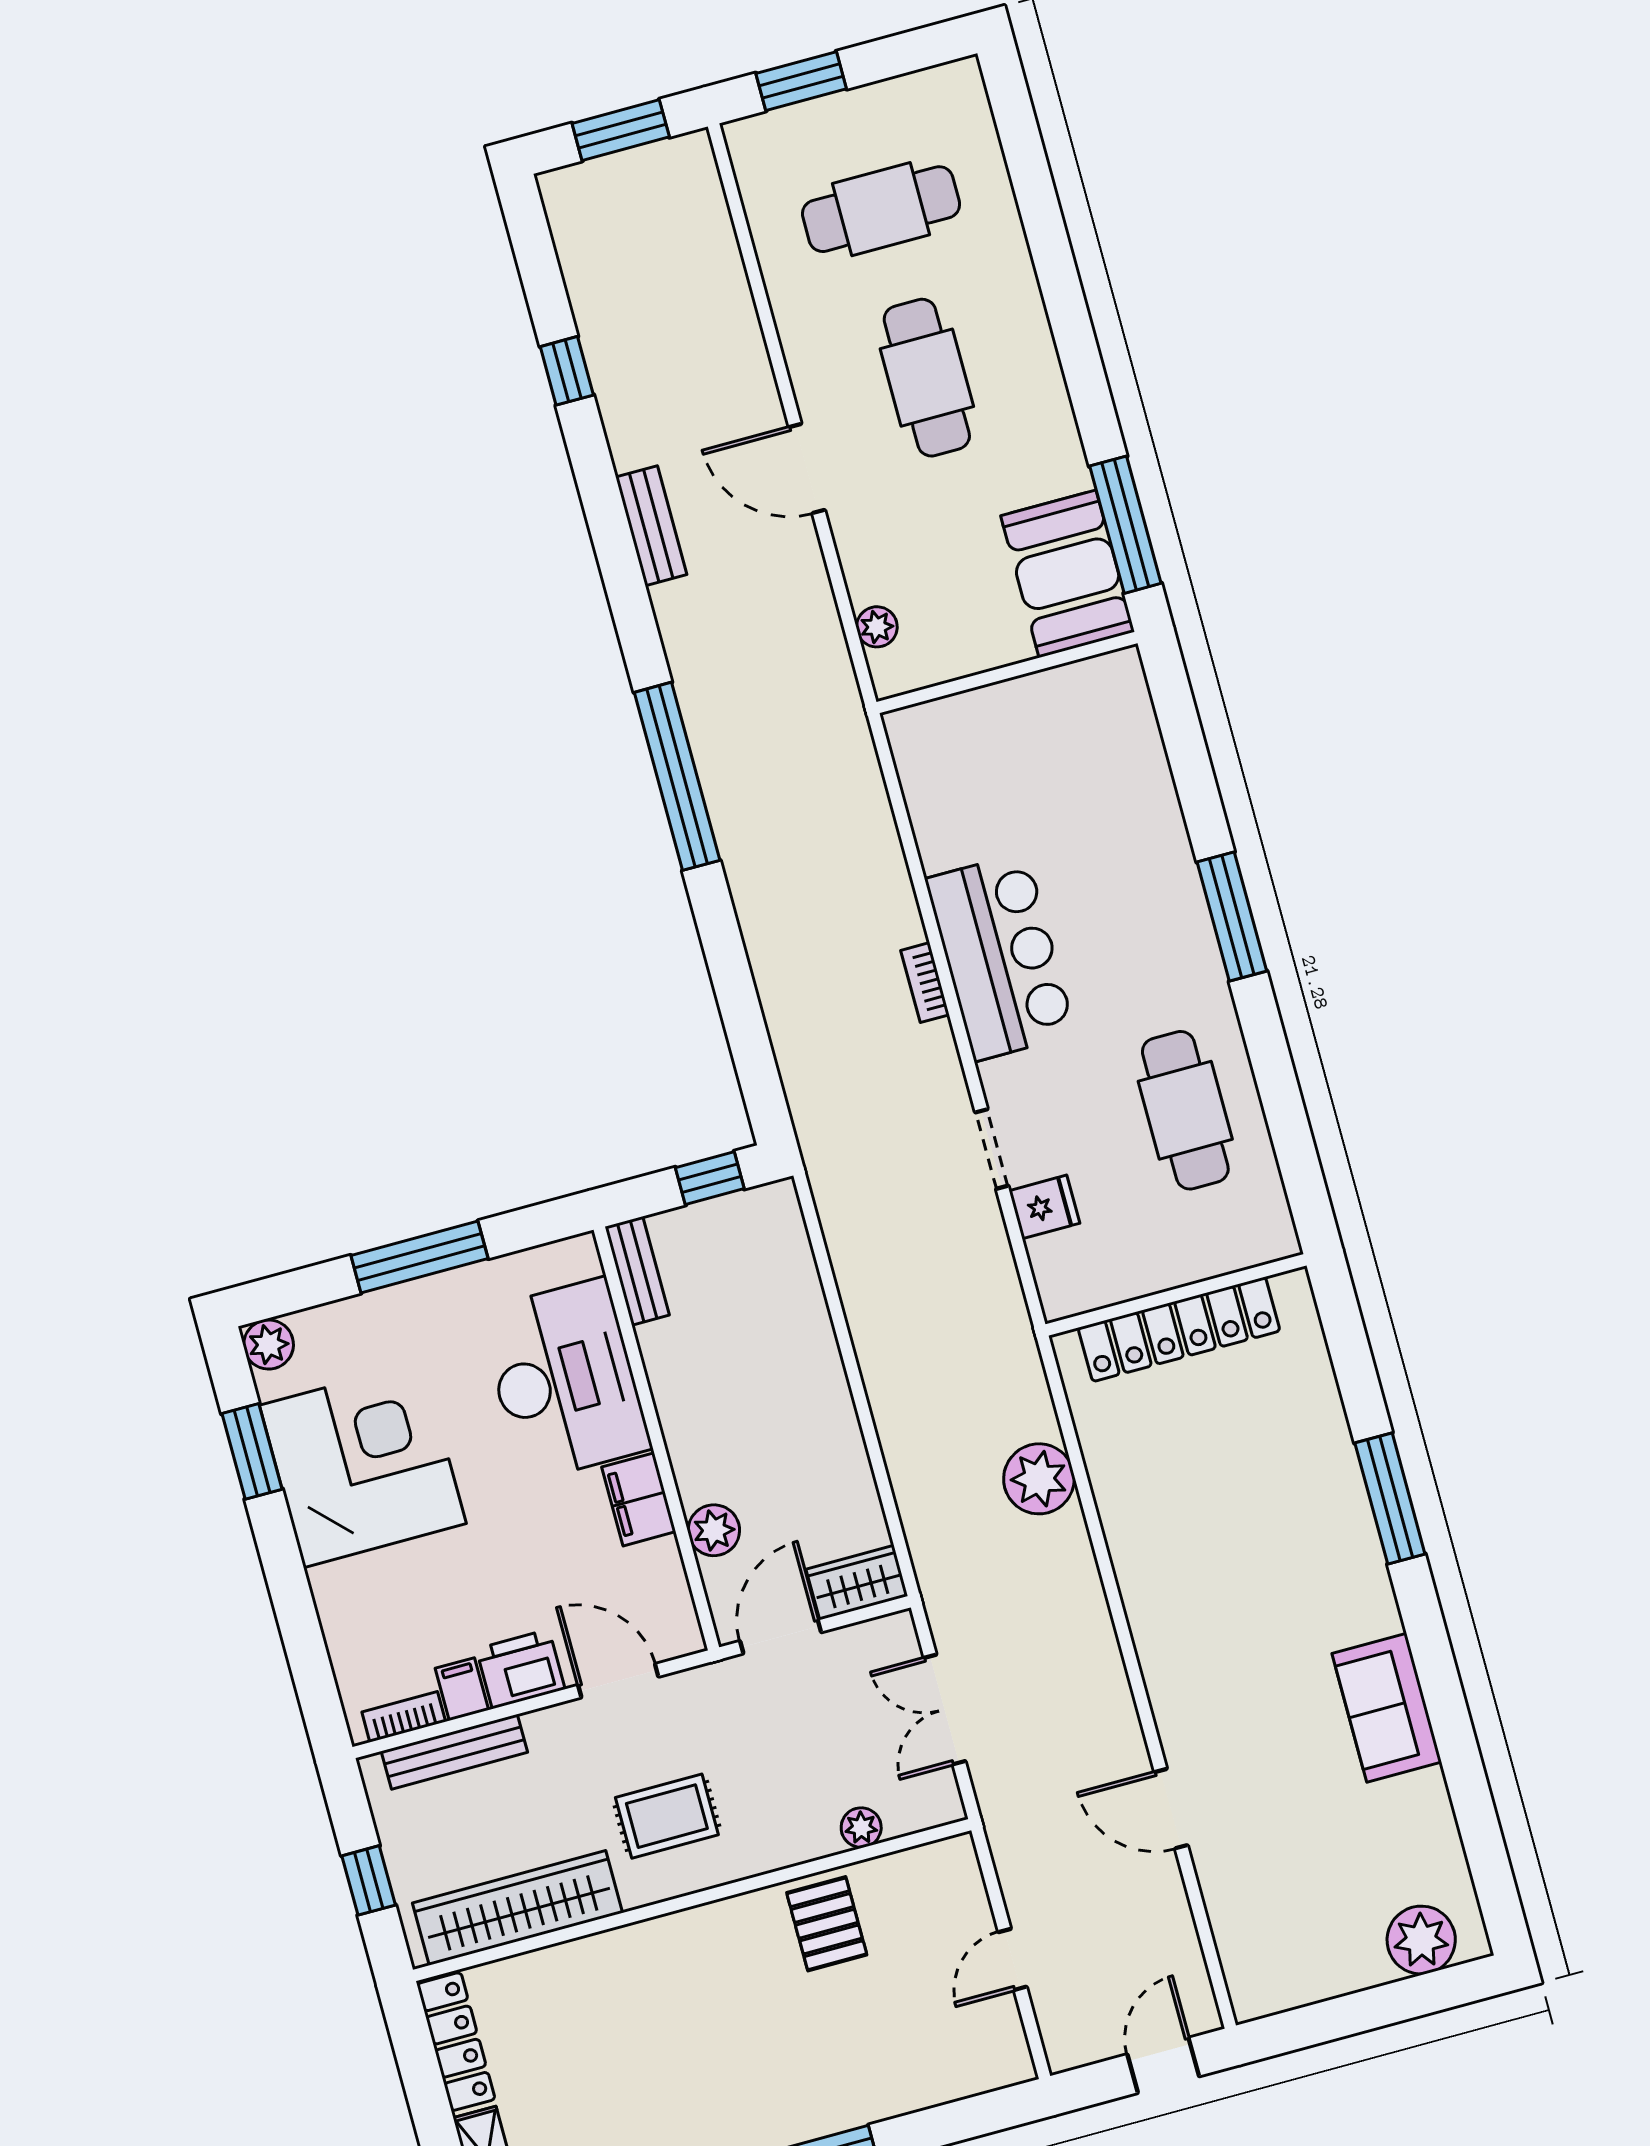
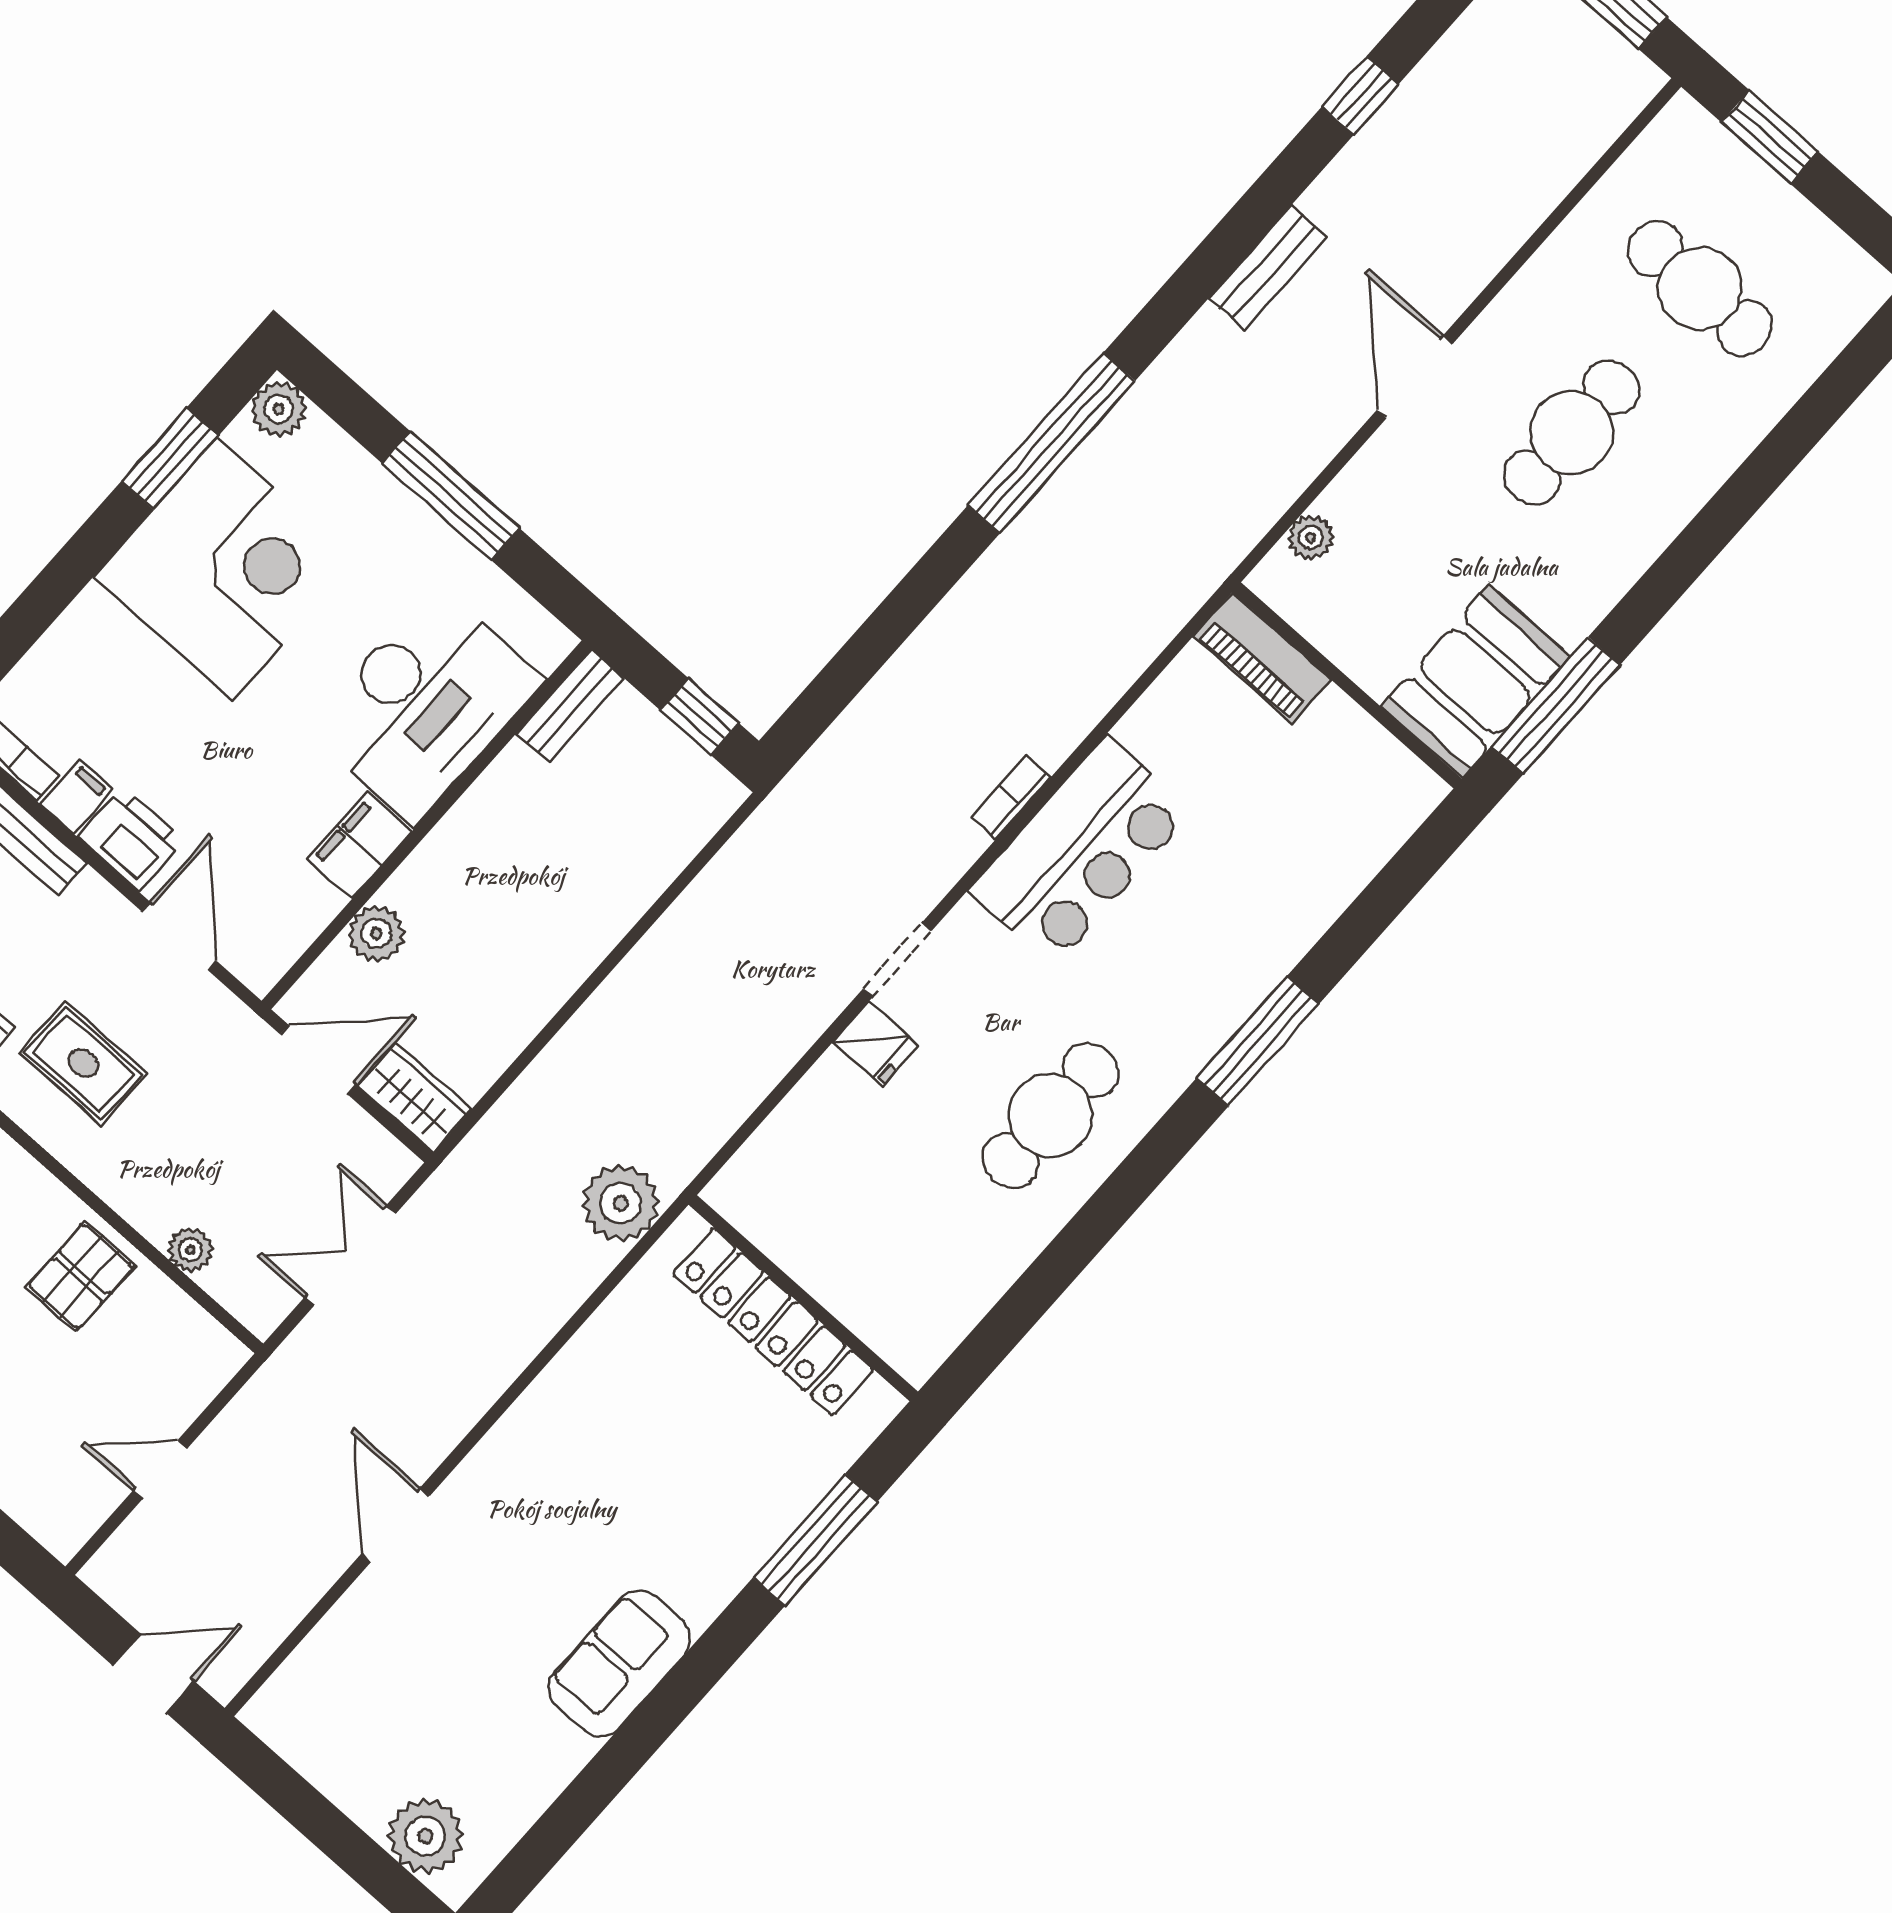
piano: (944, 723) -> (1262, 658), added
wall: (1176, 1295) -> (803, 1298), moved
locker: (1179, 1329) -> (773, 1322), moved

